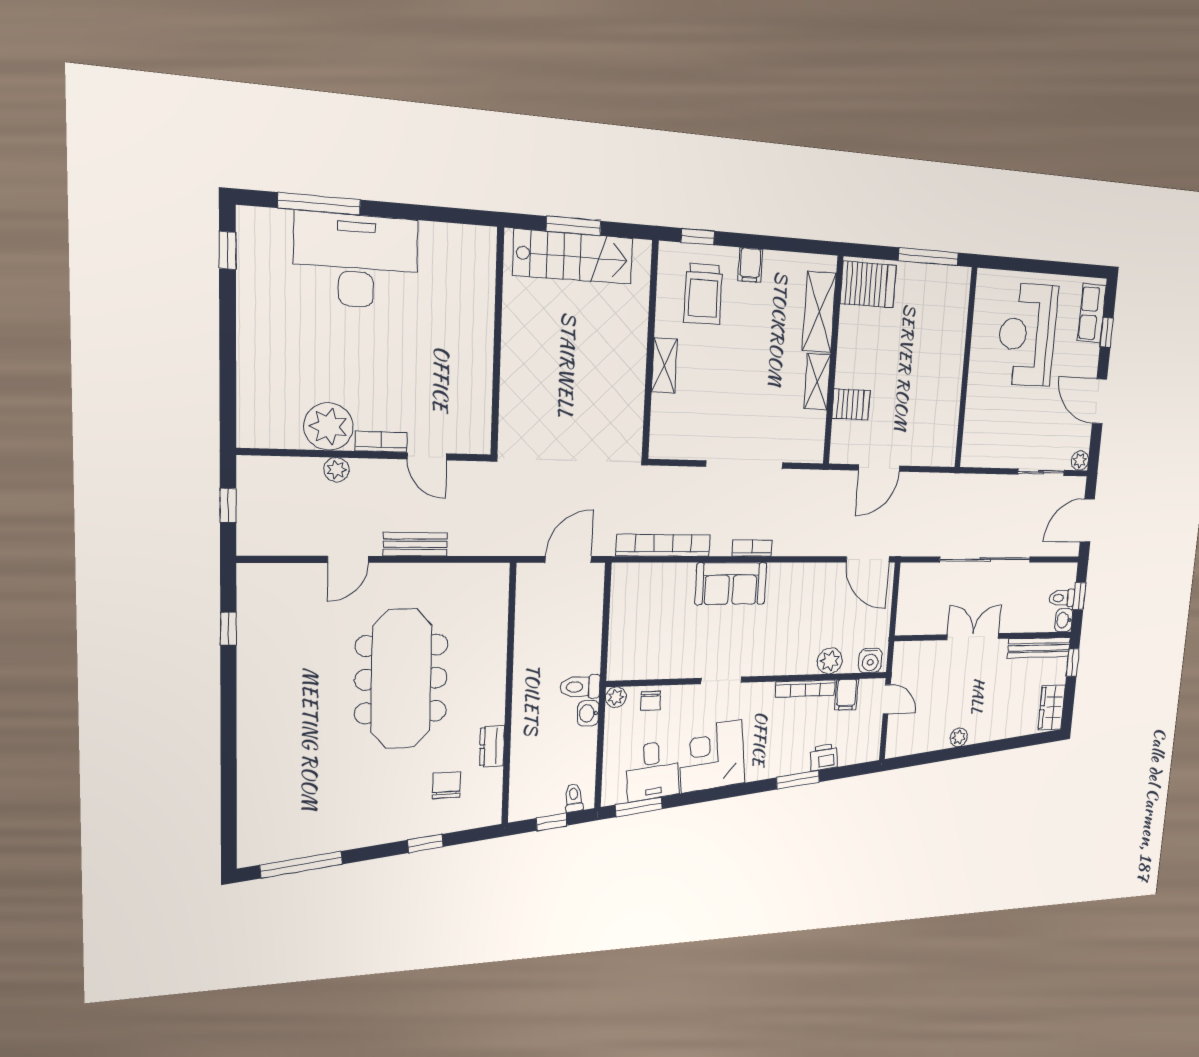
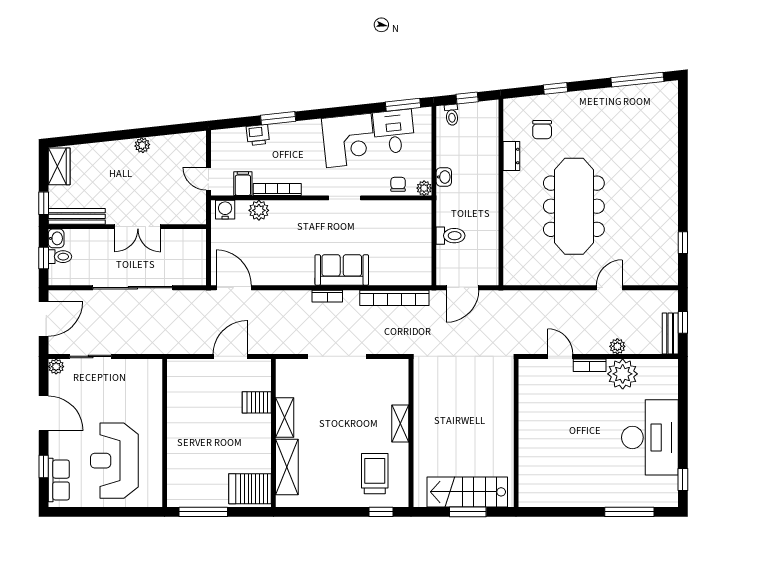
desk: (356, 261) -> (650, 437), moved, turned -90
filing cabinet: (750, 265) -> (342, 496), removed
reception desk: (1027, 335) -> (114, 461), turned 180
bench: (415, 544) -> (670, 334), moved, turned 90
toilet: (580, 687) -> (451, 236), moved

